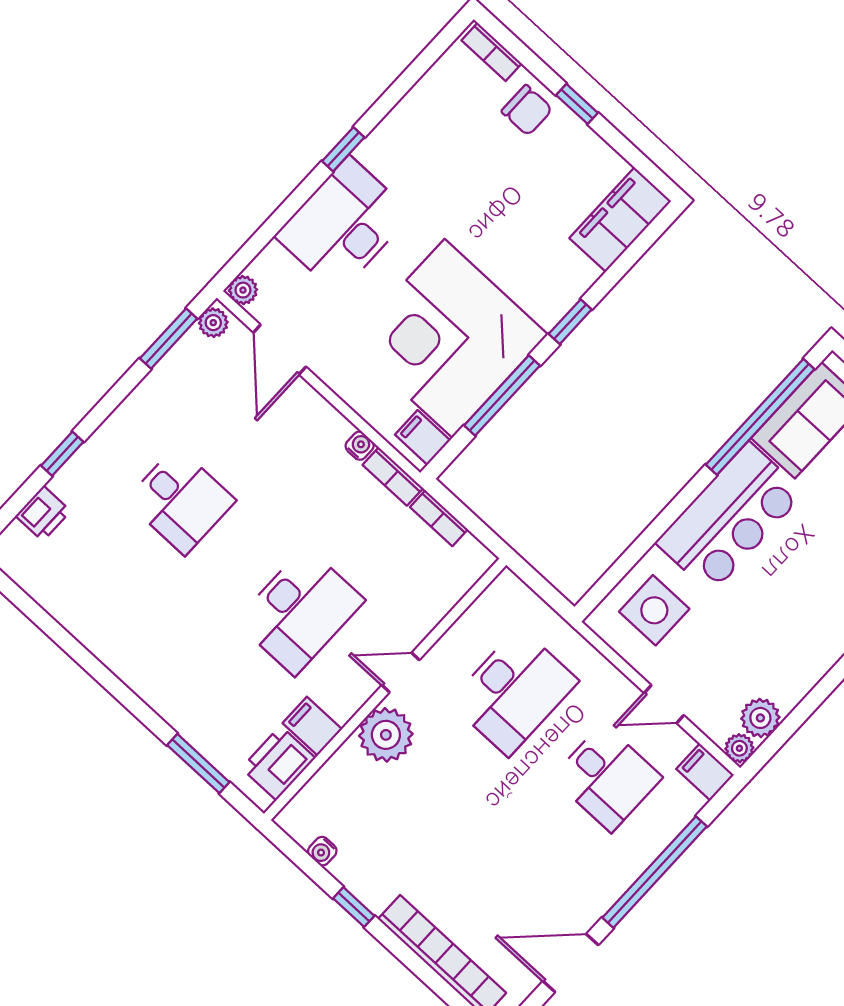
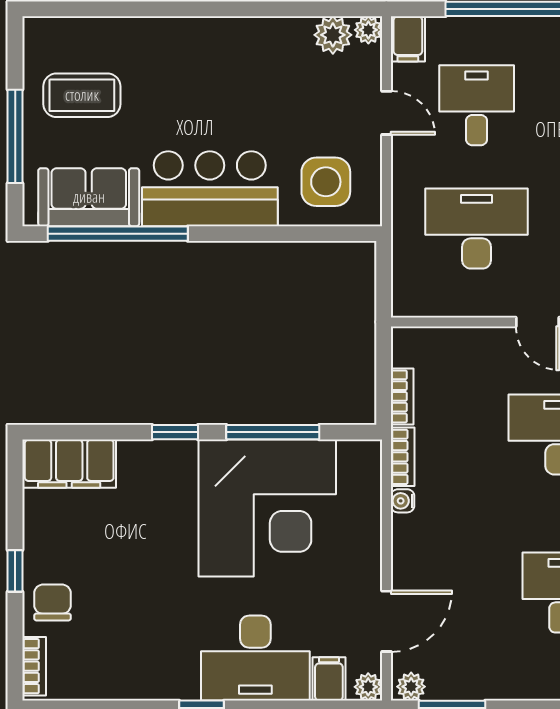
filing cabinet: (423, 438) -> (329, 679), moved, turned 180

